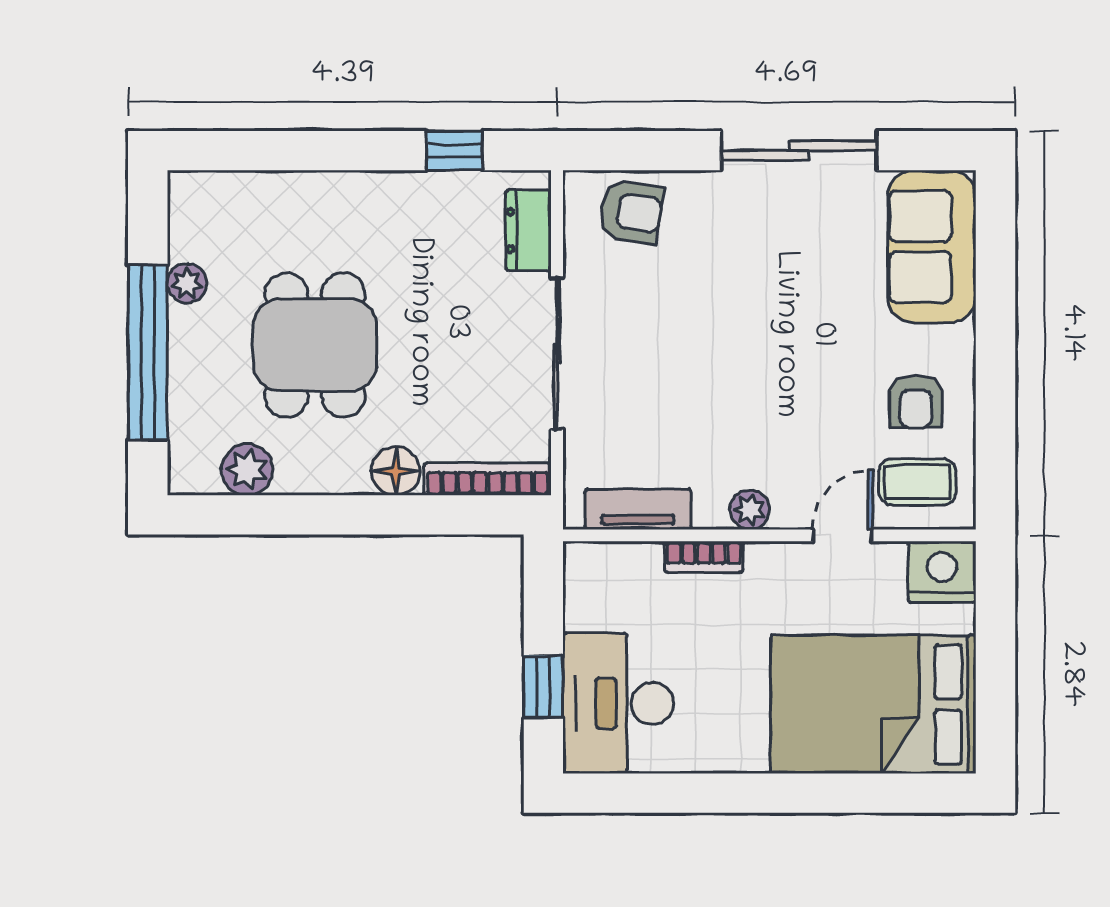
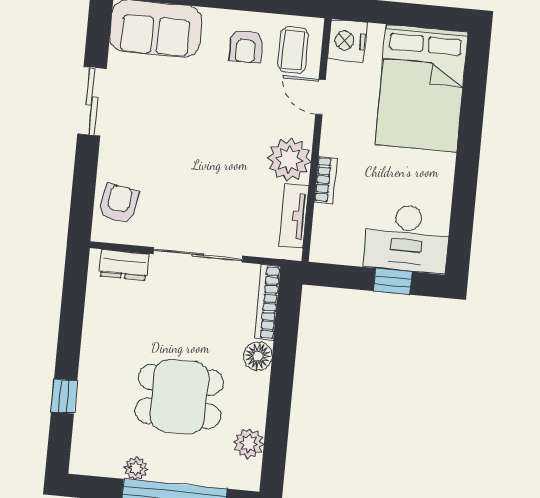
window: (455, 151) -> (64, 396), moved
sliding door: (799, 151) -> (92, 101), width x0.73
armchair: (916, 401) -> (246, 47), turned 90
plant: (750, 510) -> (289, 159), width x1.87, depth x1.87

